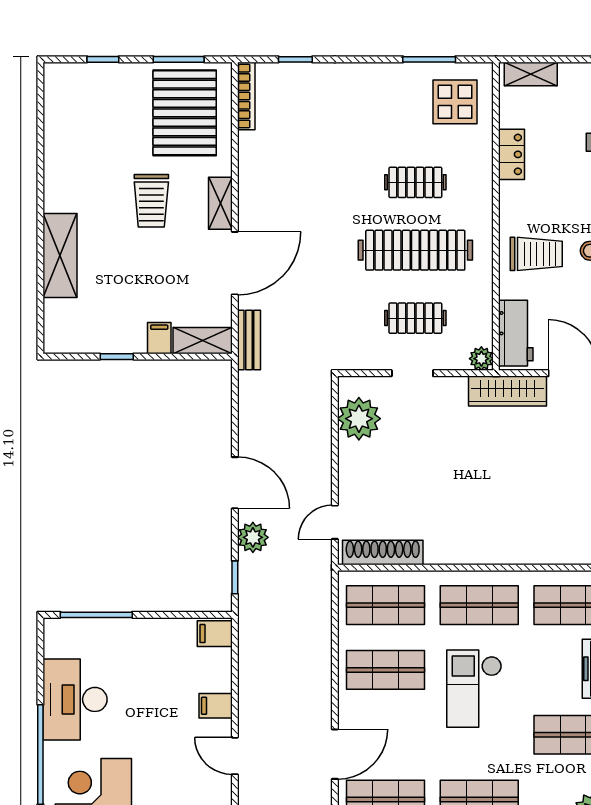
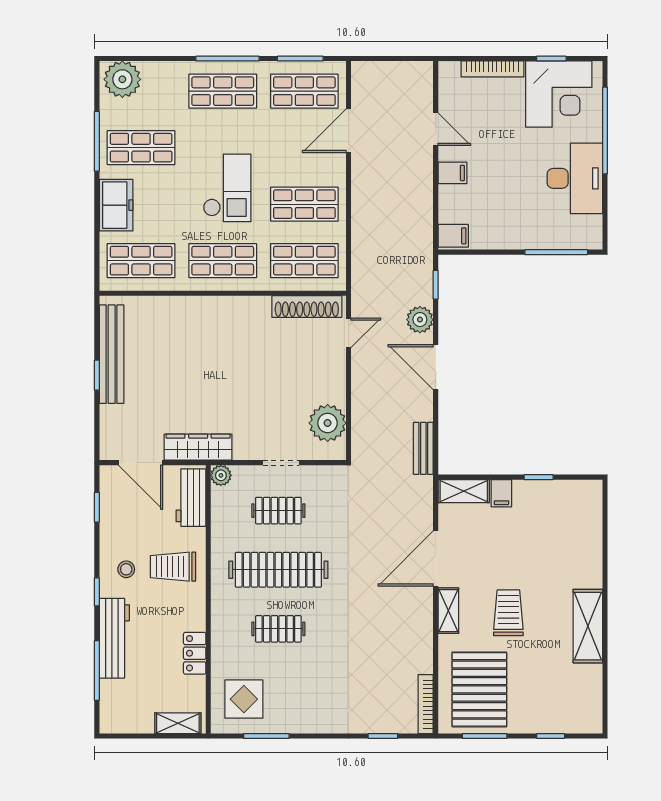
shelving: (60, 256) -> (588, 626), moved
bench: (249, 340) -> (423, 448), moved

